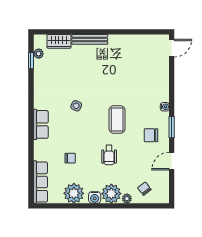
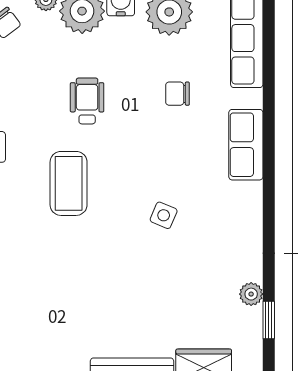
plant: (39, 54) -> (251, 294), moved
row of seats: (41, 124) -> (246, 145), moved

